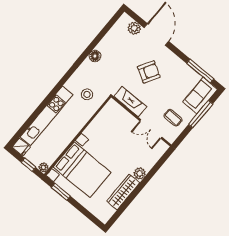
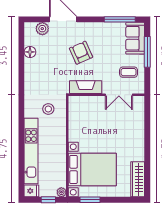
floor lamp: (95, 56) -> (30, 52), moved
armchair: (149, 72) -> (81, 53), turned -54
plant: (140, 173) -> (139, 136), removed
wardrobe: (123, 192) -> (138, 179), moved

